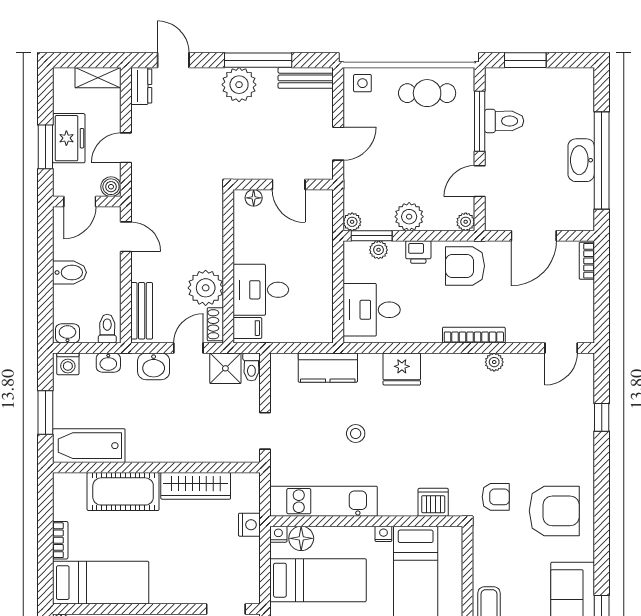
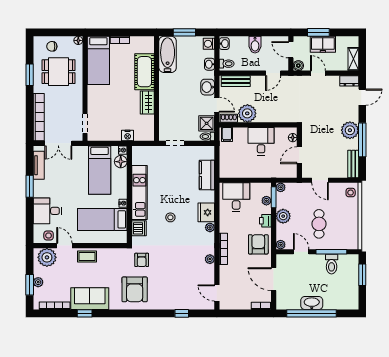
cafe table: (427, 93) -> (319, 224), moved
desk: (261, 290) -> (261, 141), moved
plant: (432, 362) -> (210, 227), added
stool: (356, 433) -> (170, 217), moved
wardrobe: (196, 486) -> (147, 102), width x0.67
kitchen unit: (323, 501) -> (139, 193), moved

